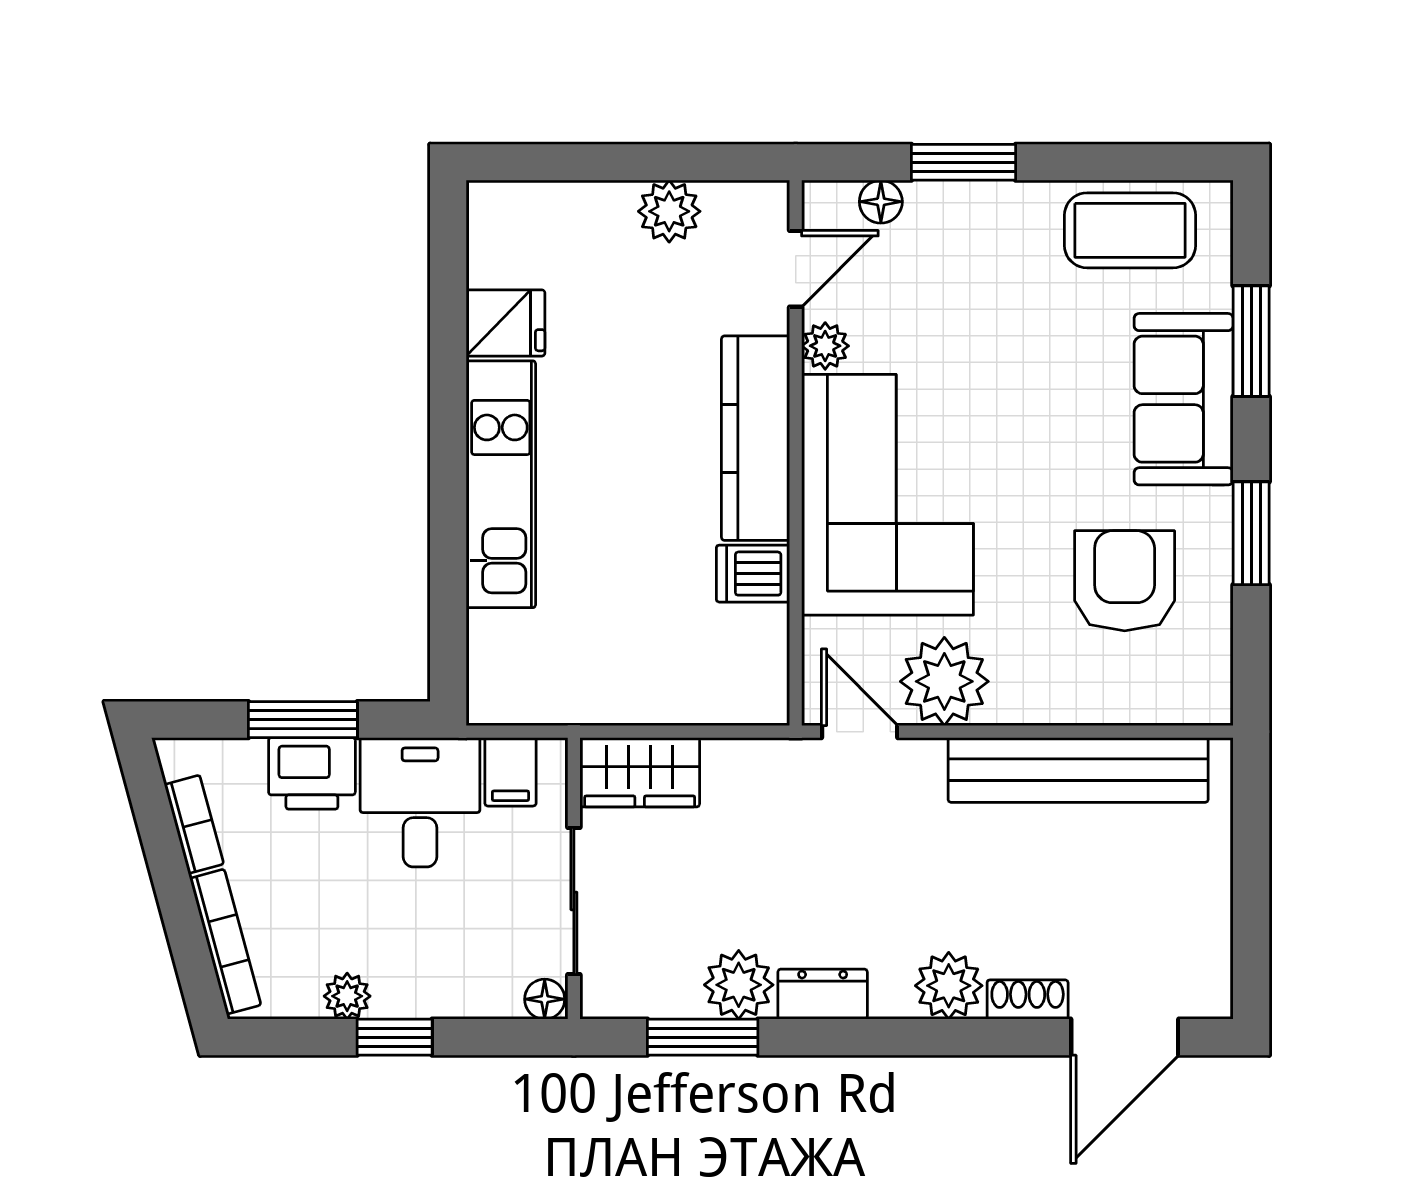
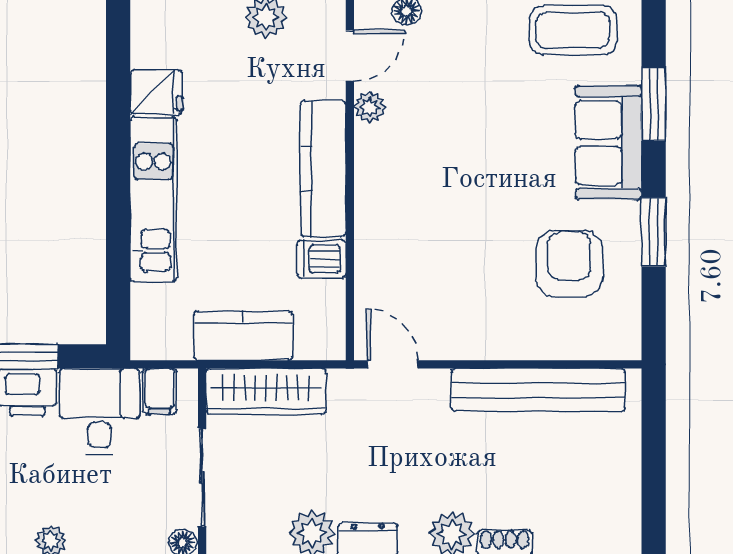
corner sofa: (888, 495) -> (411, 206), removed
plant: (944, 681) -> (449, 331), removed
kitchen counter: (636, 689) -> (243, 336), added
wardrobe: (640, 772) -> (266, 391), width x1.50

